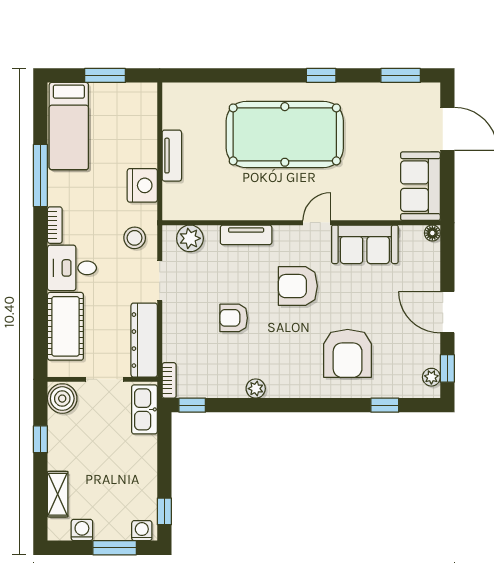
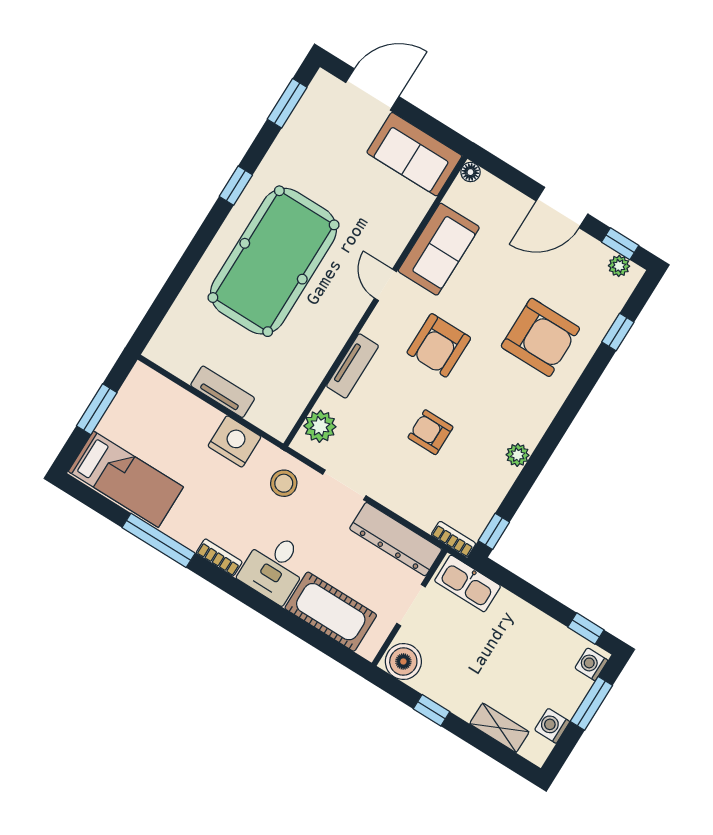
armchair: (234, 318) -> (430, 432), turned 90

